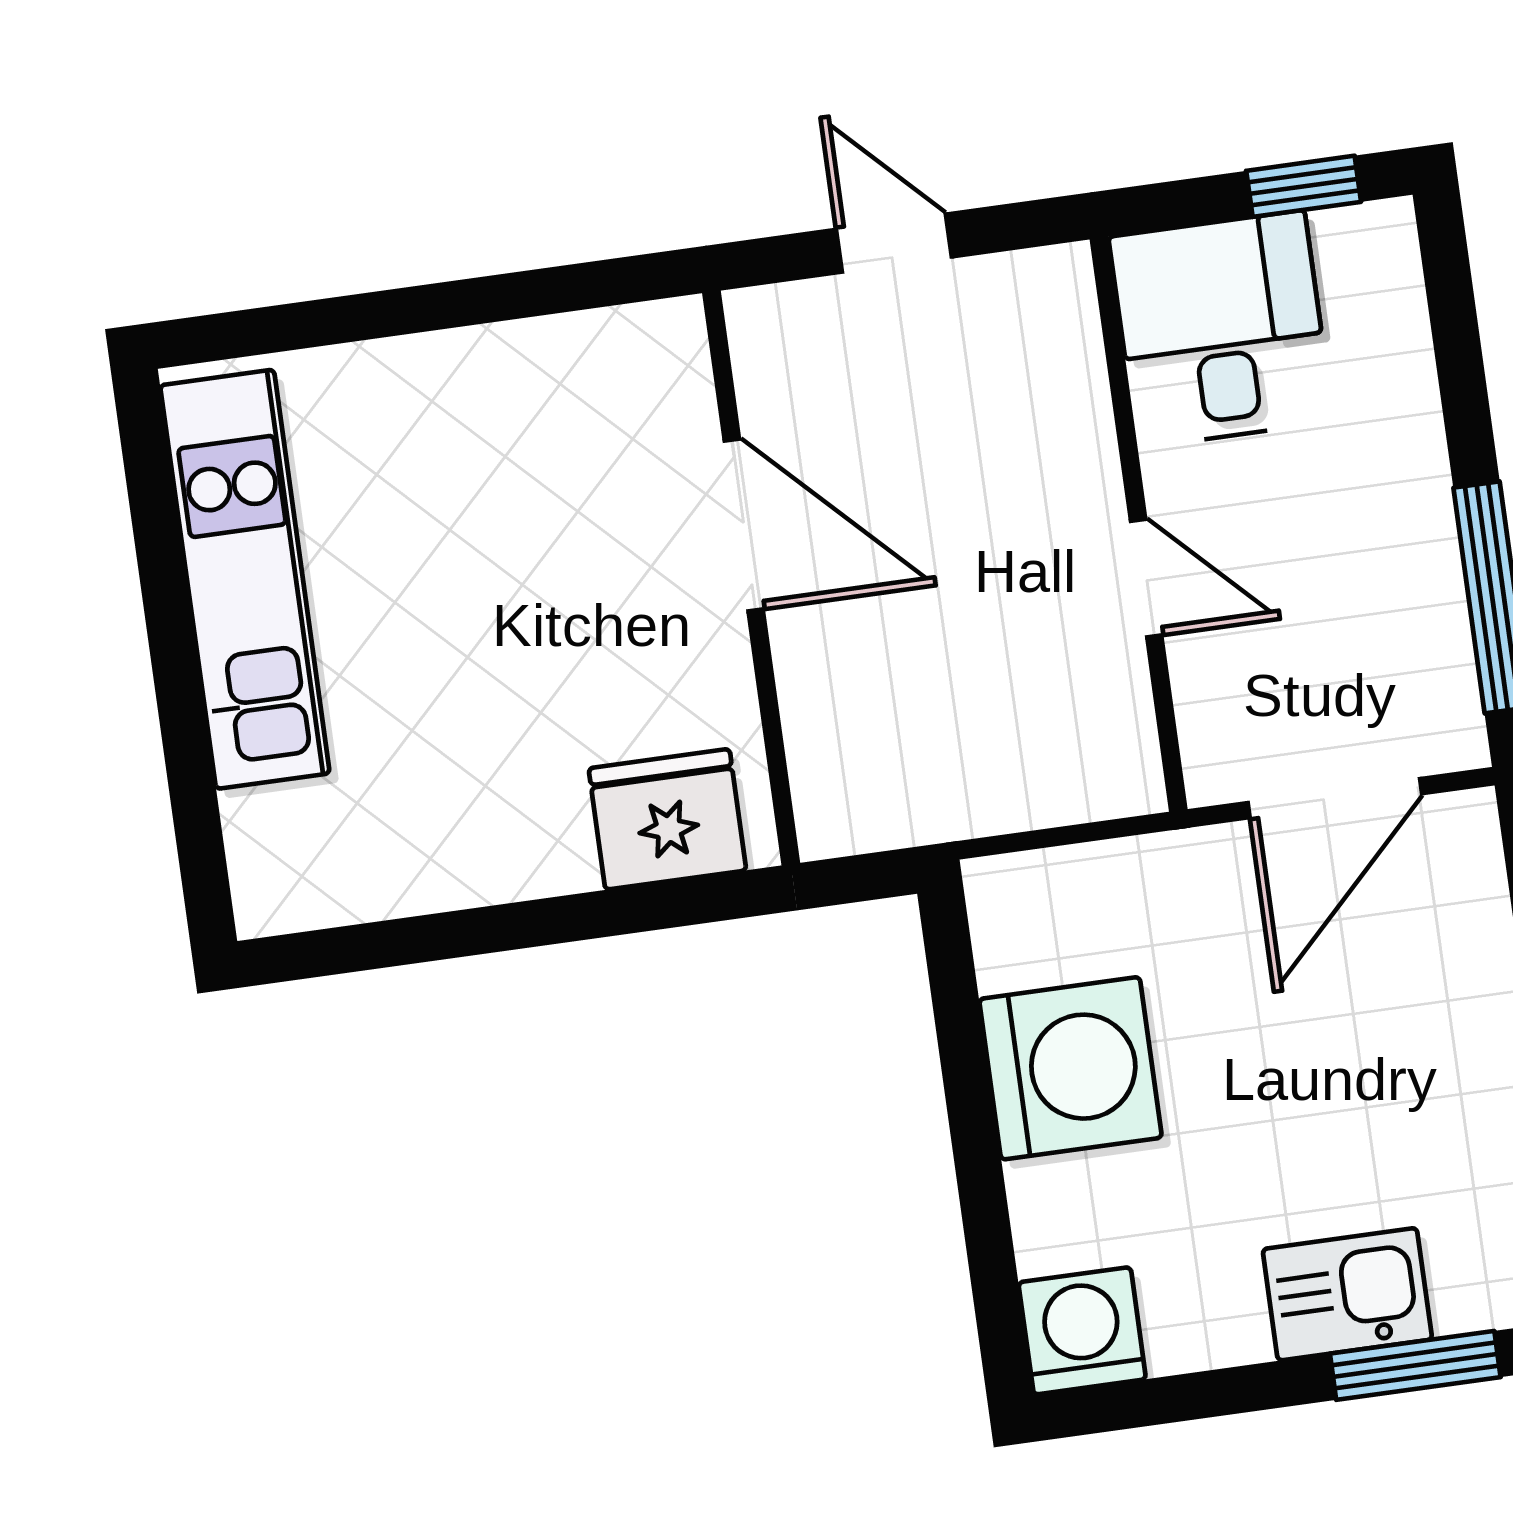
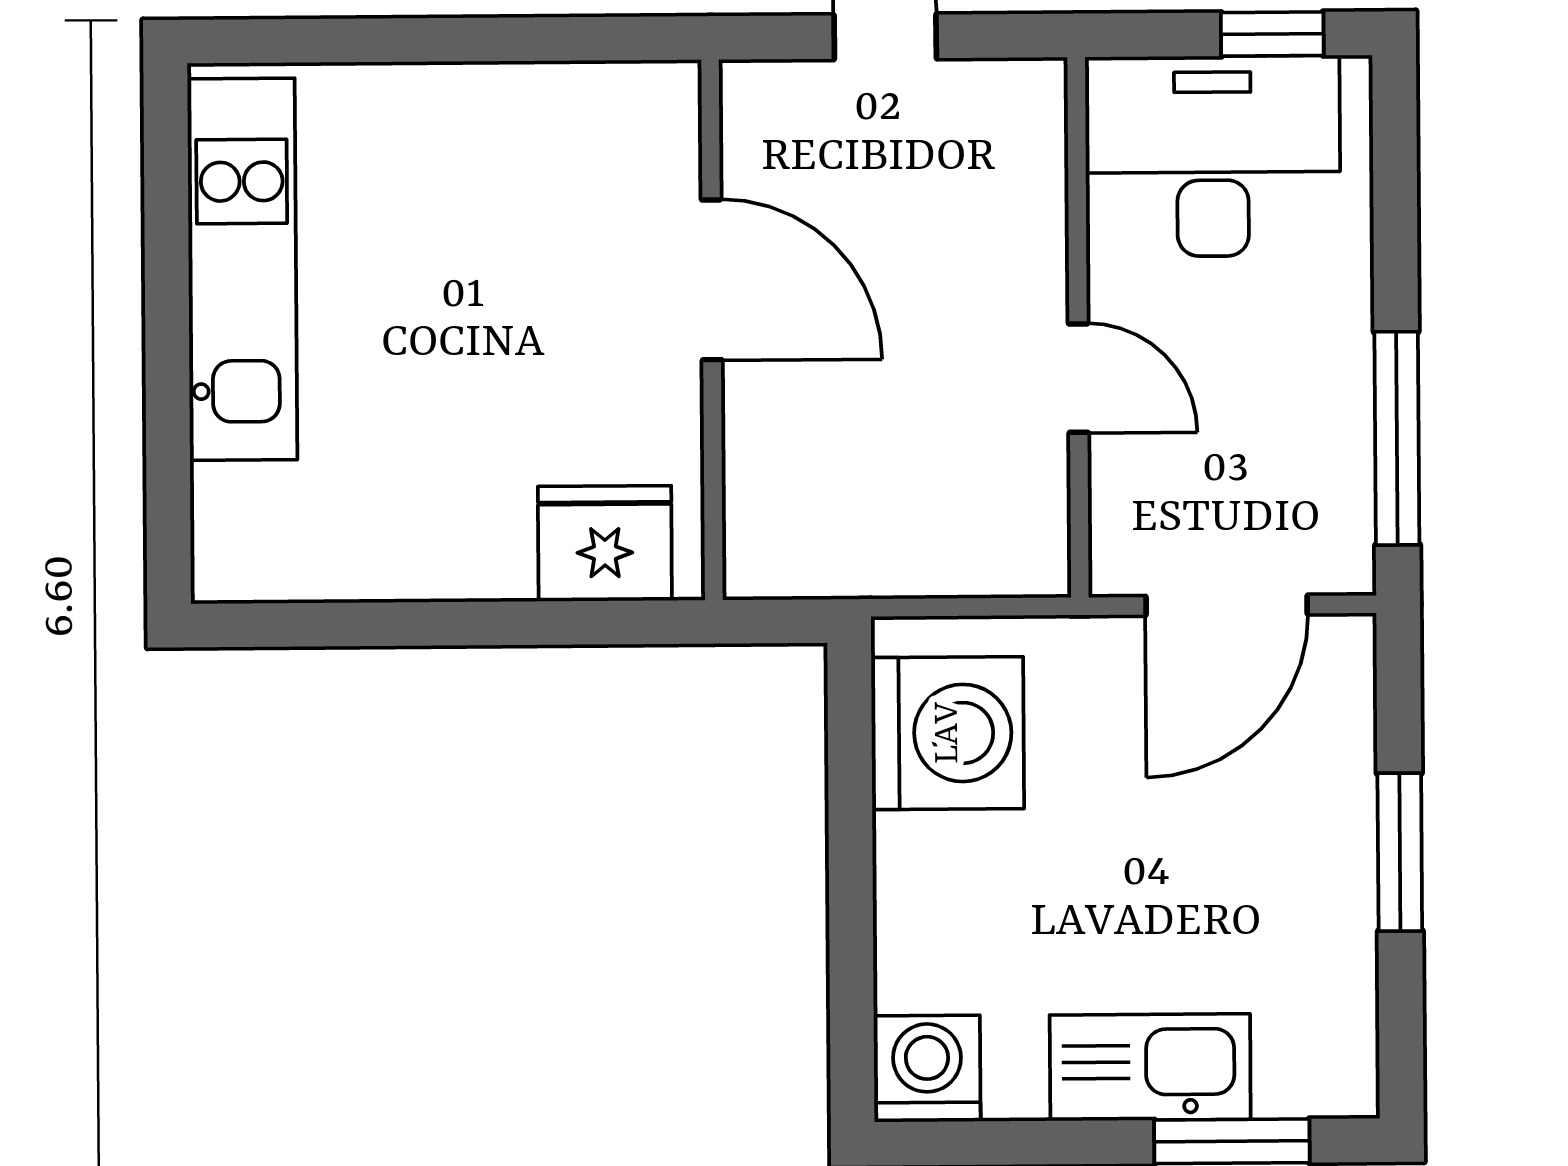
desk: (1221, 329) -> (1213, 156), width x1.37
washing machine: (1070, 1068) -> (948, 733), moved
kitchen sink: (1347, 1294) -> (1150, 1067), width x1.38

